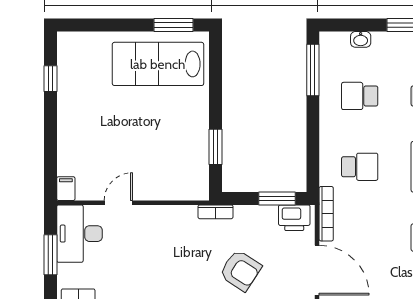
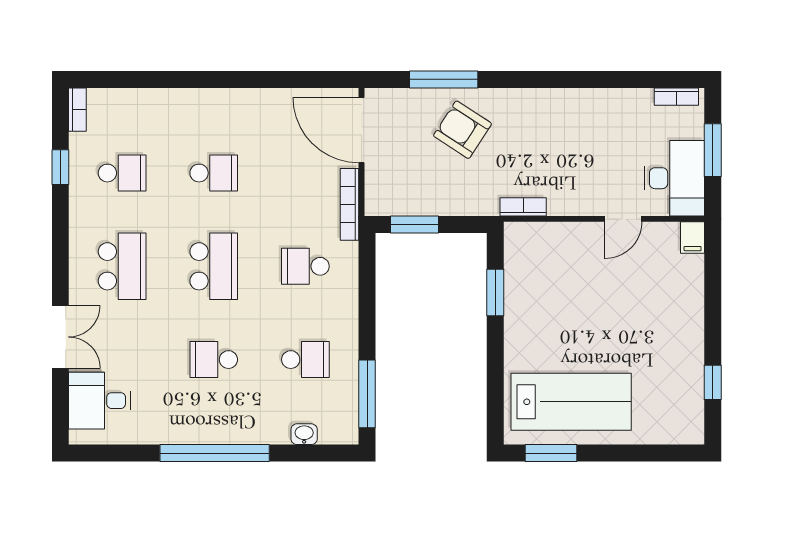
bookcase: (215, 212) -> (523, 207), moved
printer: (294, 218) -> (392, 199), removed

